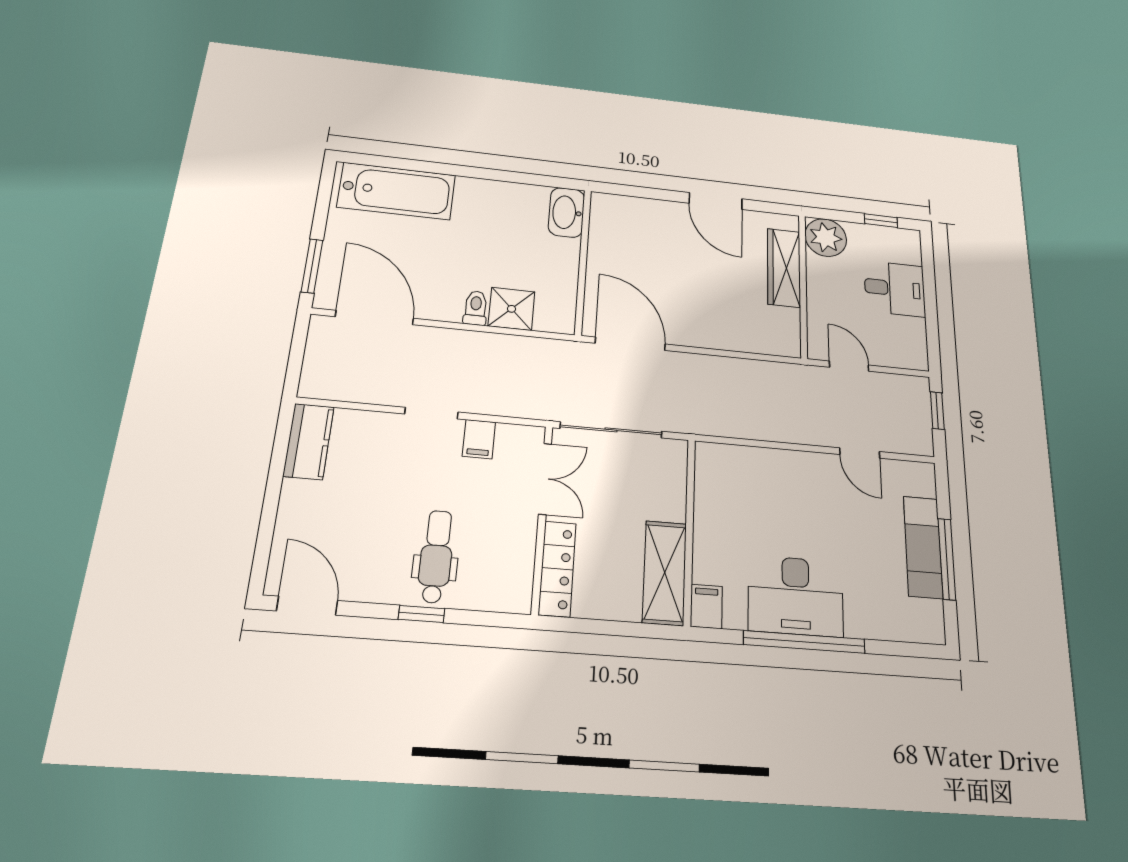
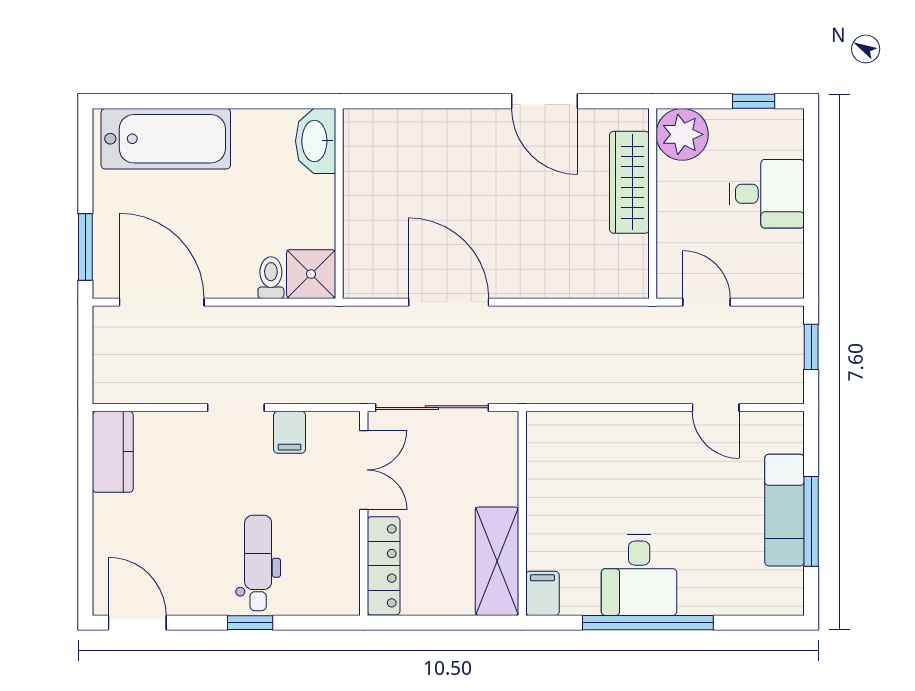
washbasin: (567, 212) -> (316, 141), moved
wall: (583, 261) -> (339, 203), moved
desk: (796, 596) -> (639, 575), width x0.73

